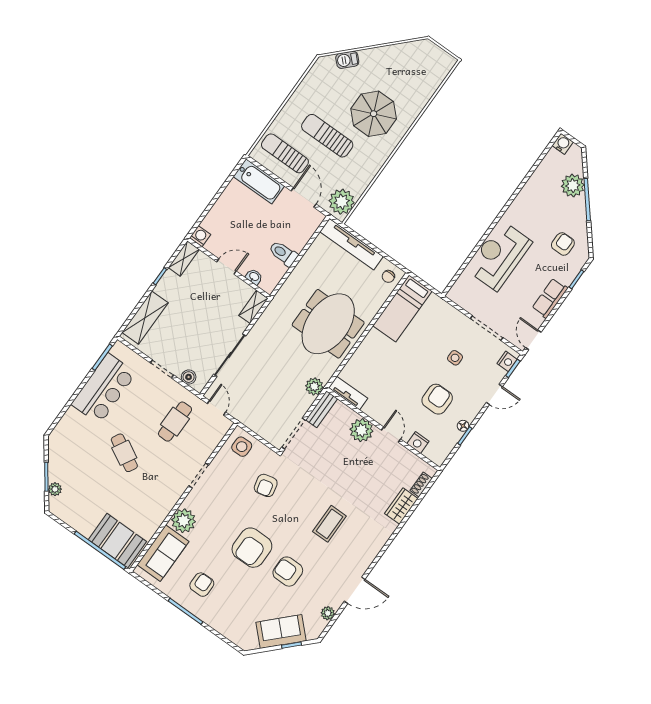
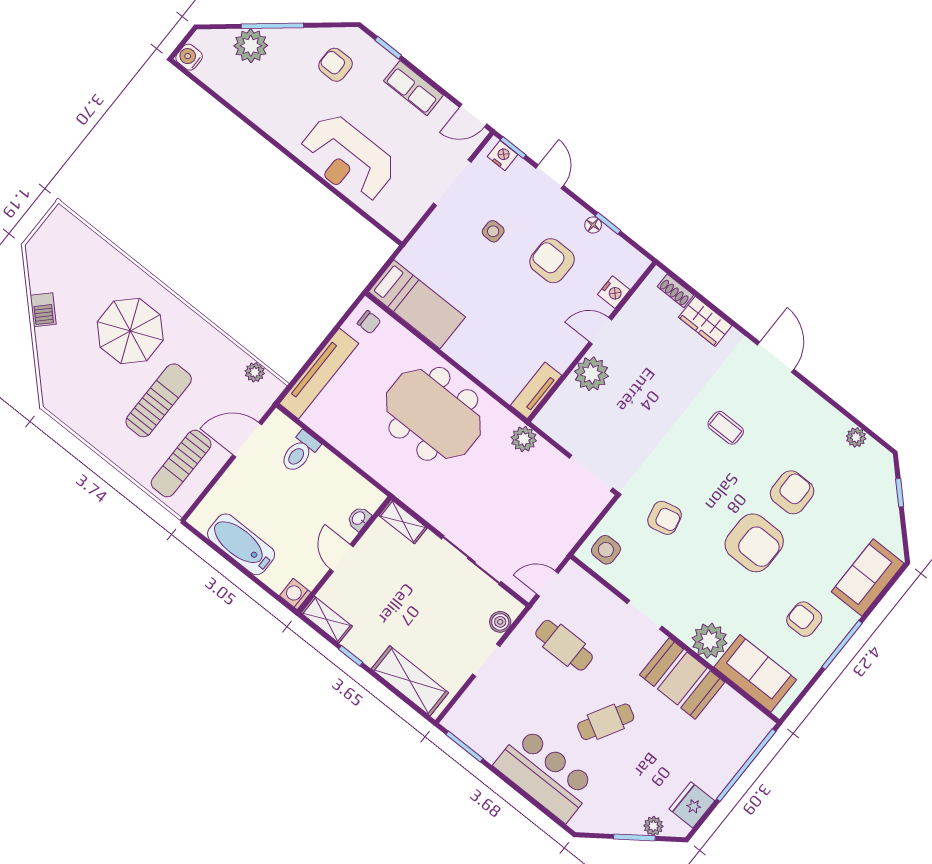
barbecue: (347, 60) -> (43, 310), moved
sun lounger: (327, 136) -> (159, 400), turned 180
bathtub: (259, 181) -> (241, 544), moved, turned -90
plant: (342, 202) -> (255, 372), width x0.53, depth x0.53
toilet: (283, 253) -> (300, 452), moved
bar counter: (104, 389) -> (545, 775), moved
bench: (321, 409) -> (558, 430), removed
fridge: (71, 515) -> (692, 805), added
coffee table: (329, 524) -> (726, 428), width x0.73, depth x0.77
booth: (117, 541) -> (682, 679), moved, turned 90
armchair: (288, 572) -> (792, 492), turned 180
door: (355, 590) -> (776, 357), moved
sofa: (281, 632) -> (868, 578), moved, turned 45

